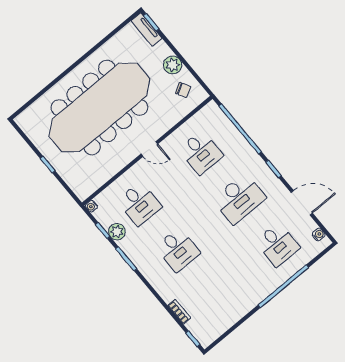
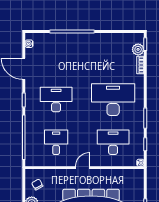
door: (149, 149) -> (83, 168), hinge flipped
desk: (139, 204) -> (113, 142), width x1.37
plant: (117, 232) -> (138, 49), moved
desk: (278, 245) -> (56, 57), removed
desk: (178, 250) -> (113, 100), width x1.87, depth x1.30

